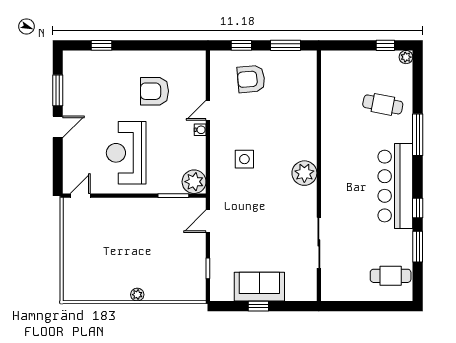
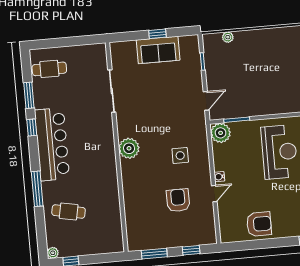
armchair: (251, 79) -> (178, 200), moved, turned -85
armchair: (154, 91) -> (259, 224), moved
plant: (137, 295) -> (228, 37), moved

